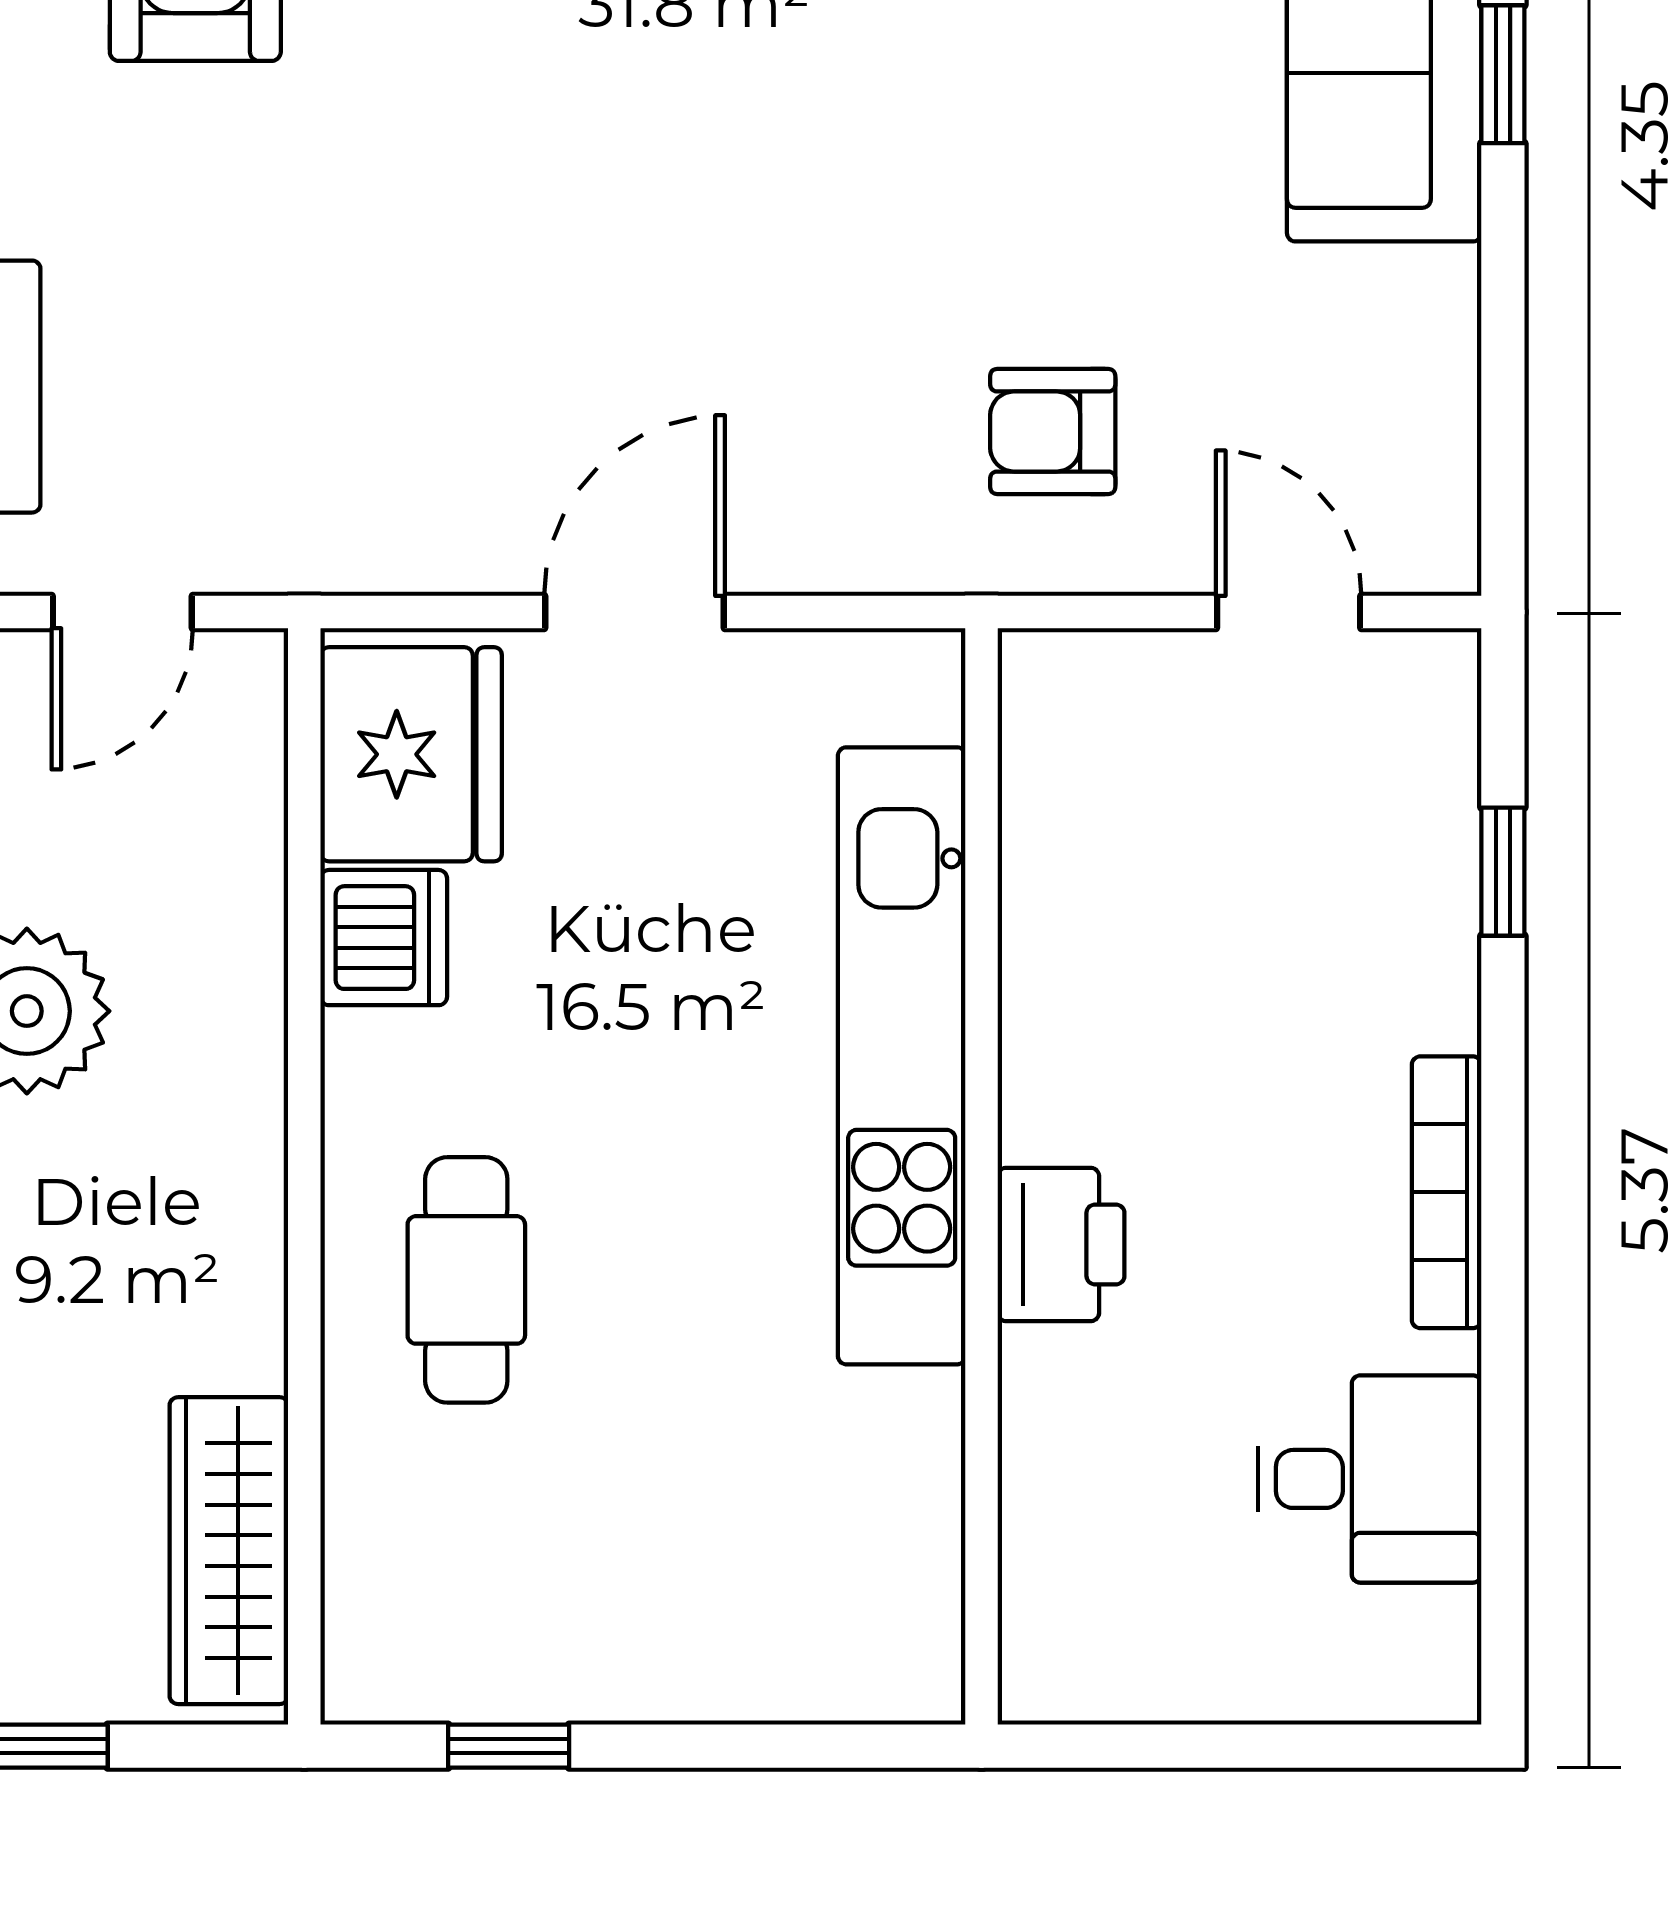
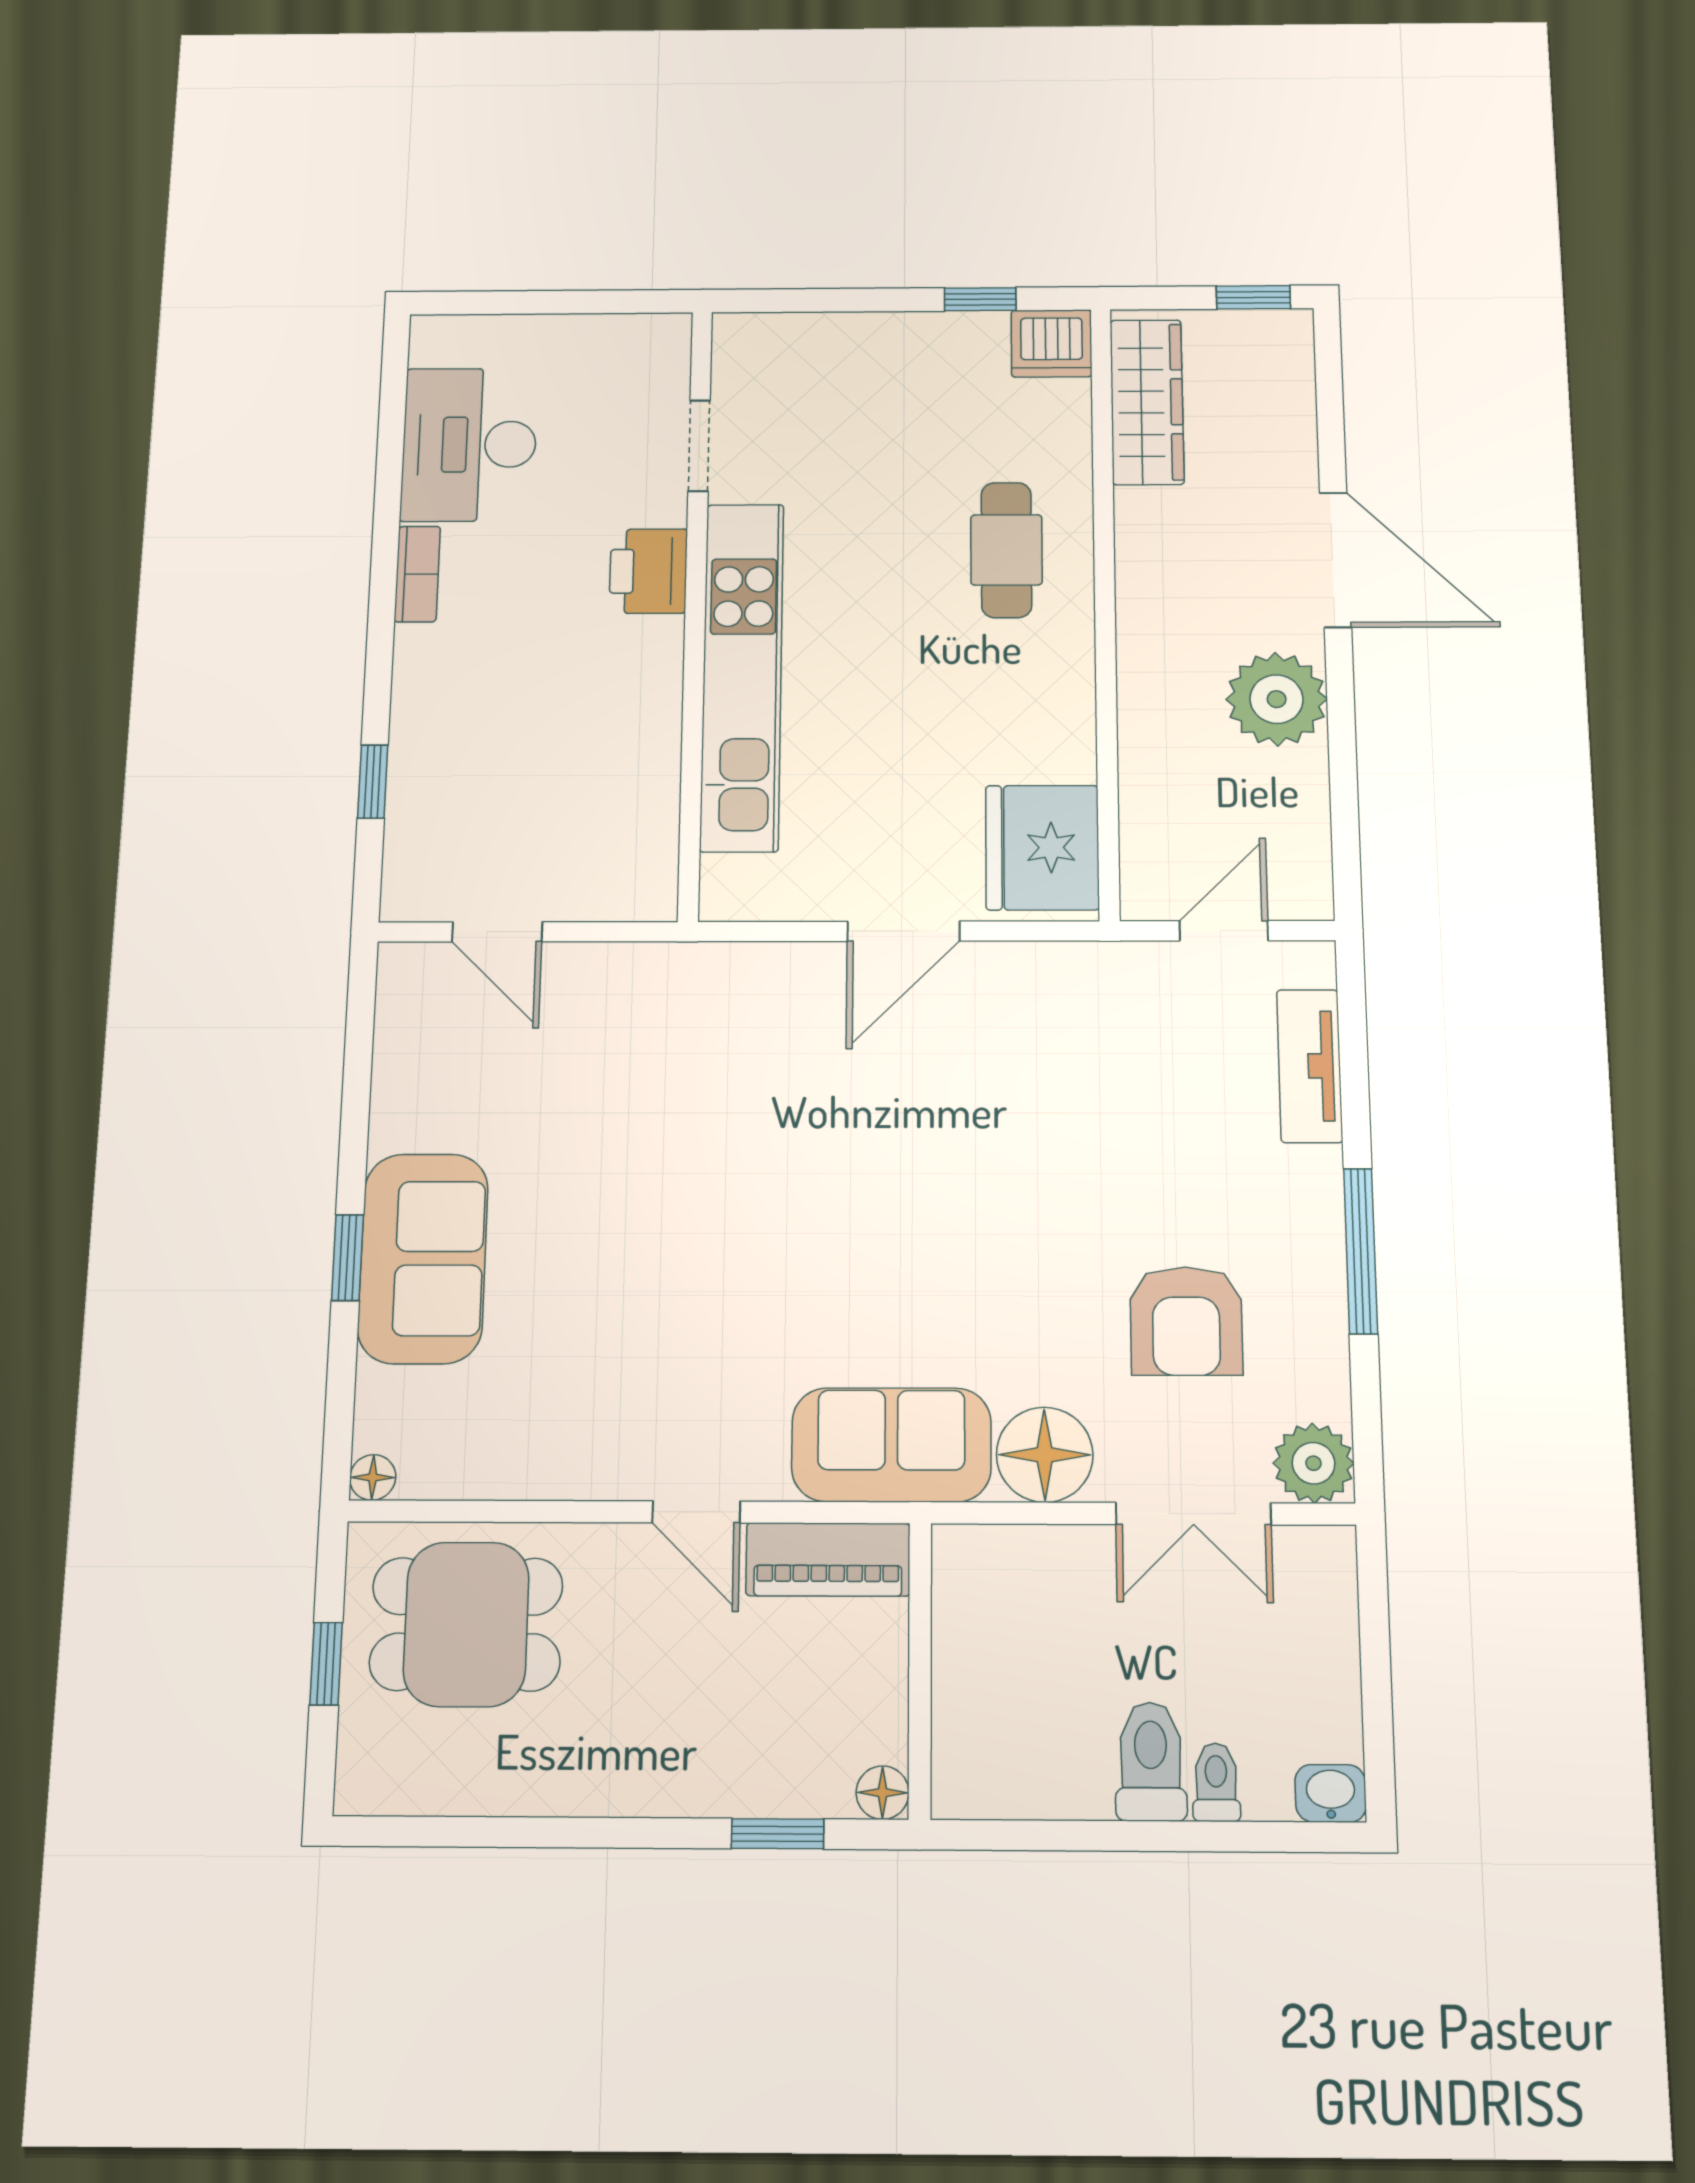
armchair: (1053, 431) -> (640, 1039), removed
dishwasher: (384, 938) -> (1052, 343), moved, turned -90
bookcase: (1447, 1192) -> (417, 574), width x0.64
doorway: (982, 1474) -> (699, 446), added
desk: (1370, 1479) -> (469, 444), width x1.37

